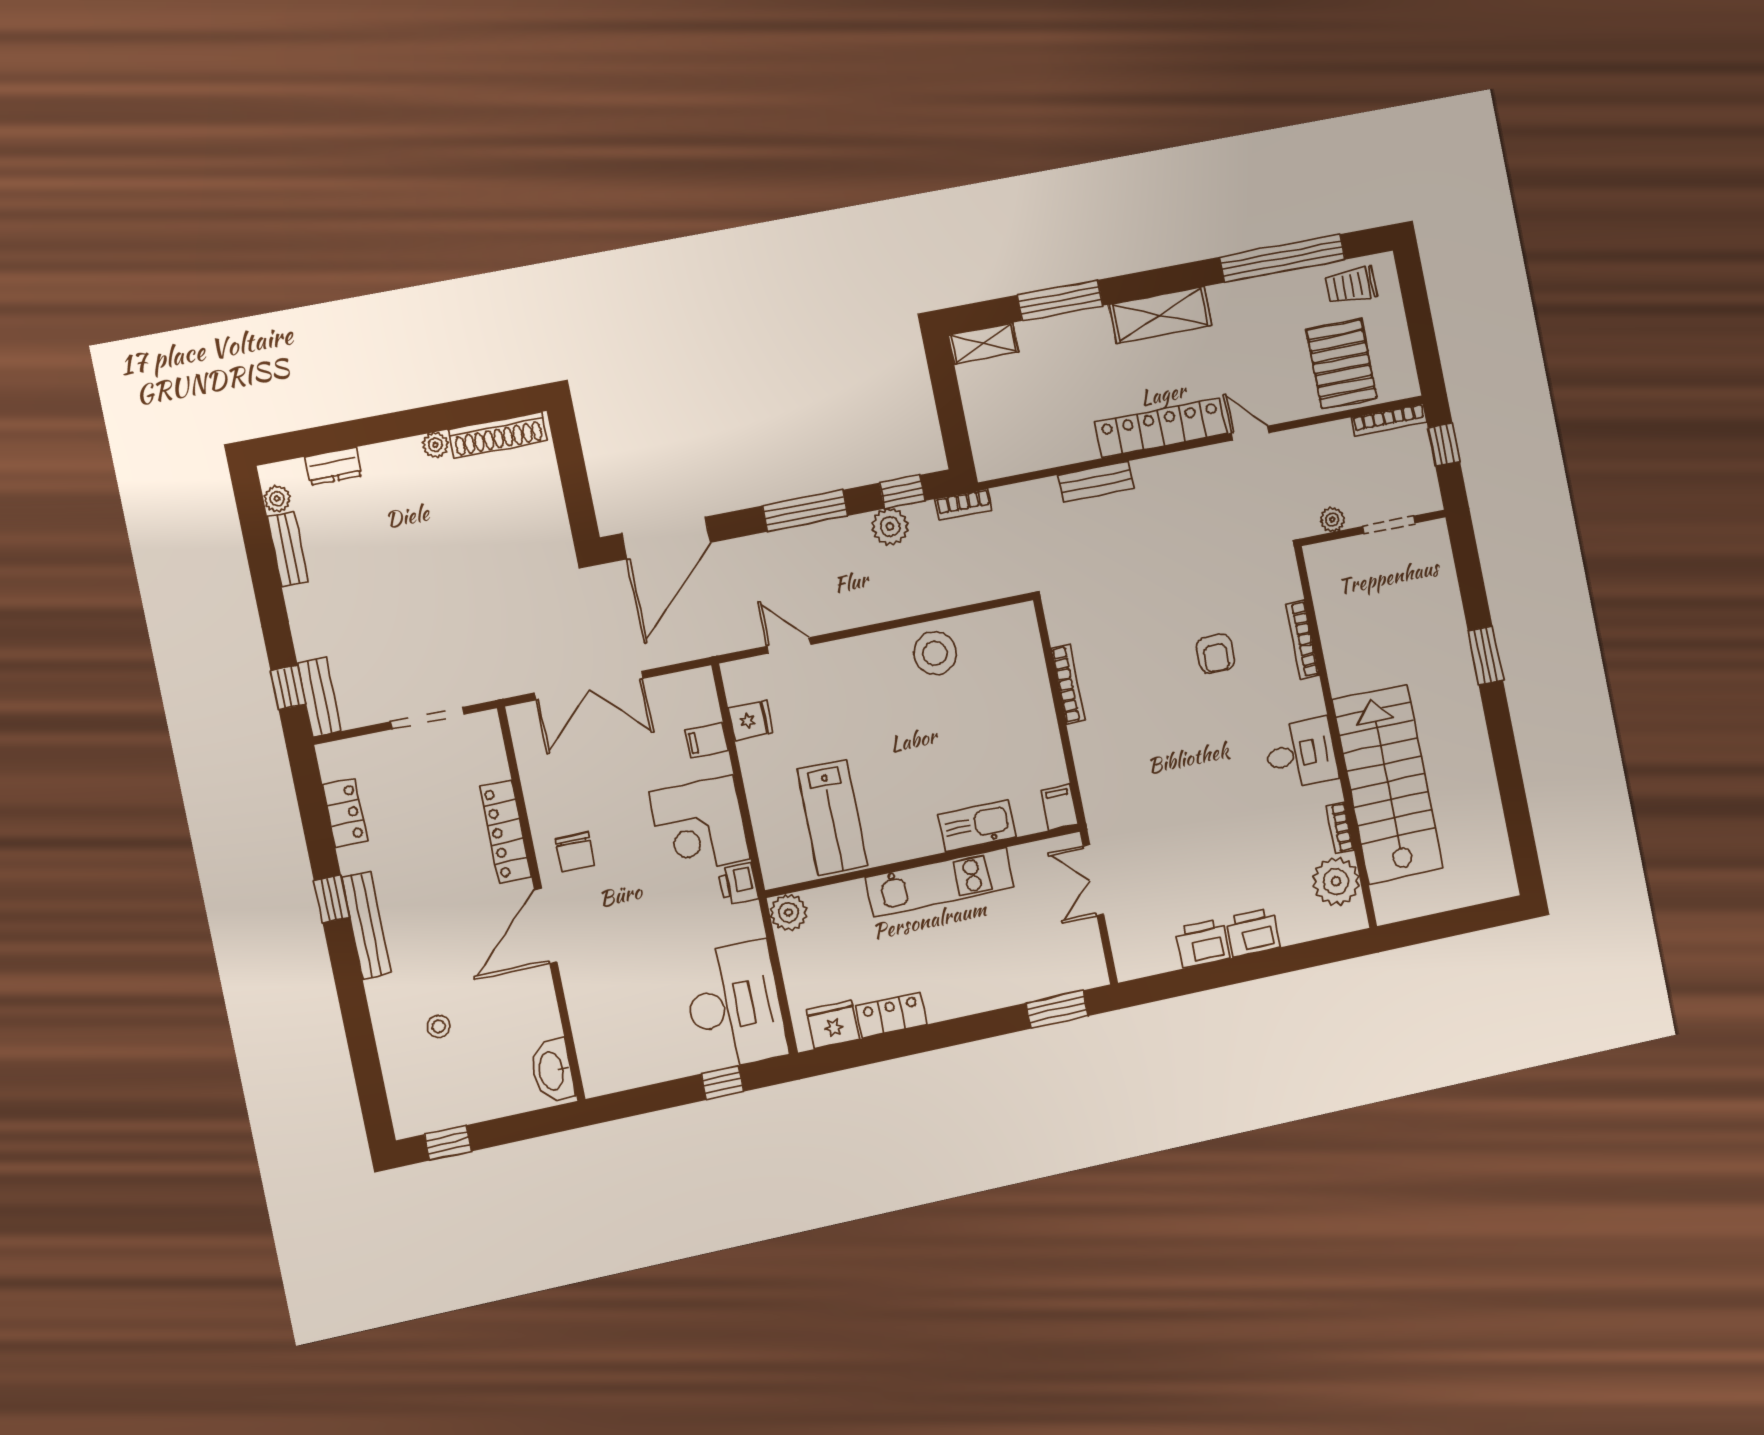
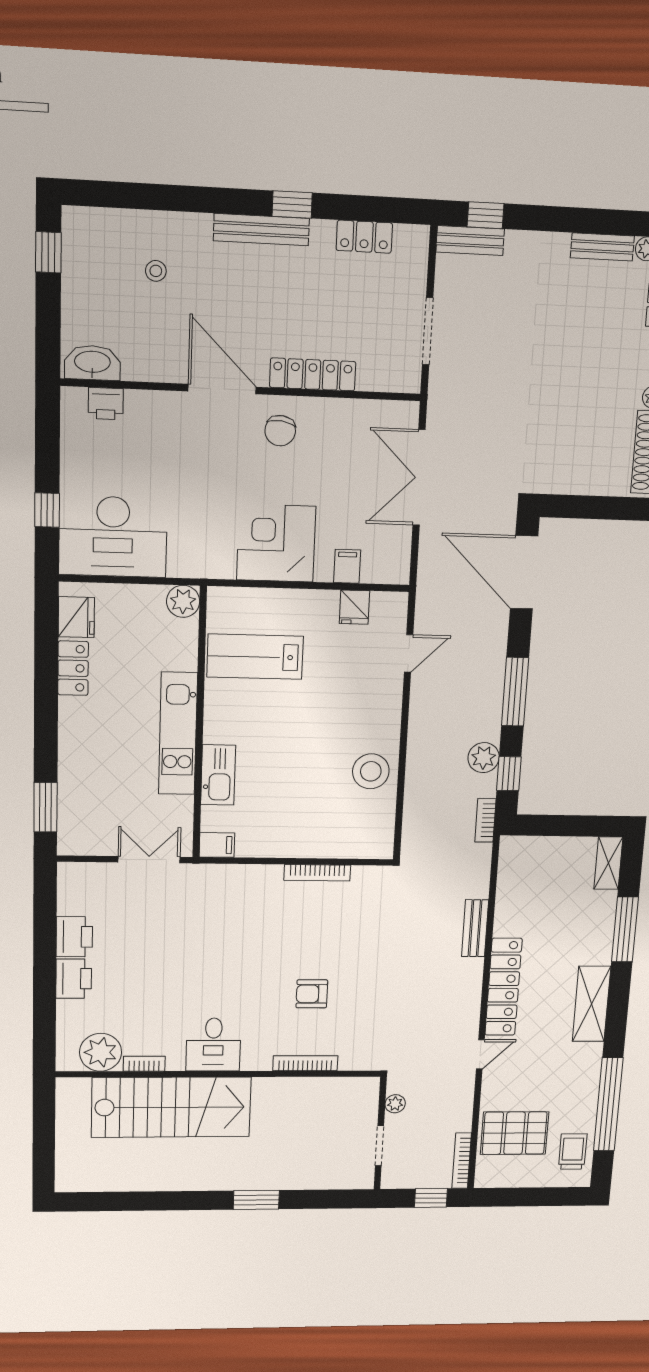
chair: (575, 852) -> (280, 431), turned -82
printer: (738, 884) -> (106, 404), moved, turned 180

